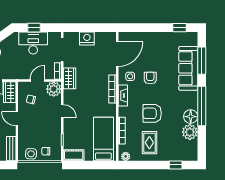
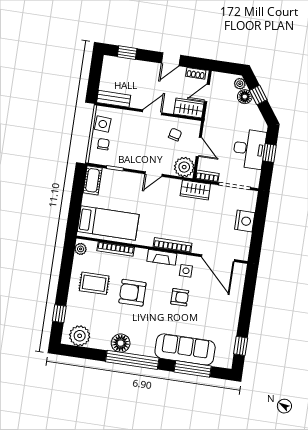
armchair: (152, 113) -> (132, 293), turned -90
plant: (190, 132) -> (80, 336), moved

